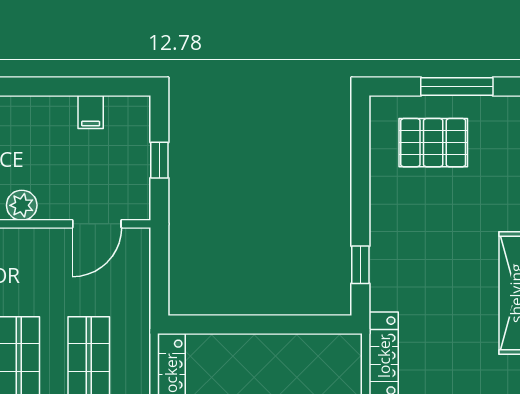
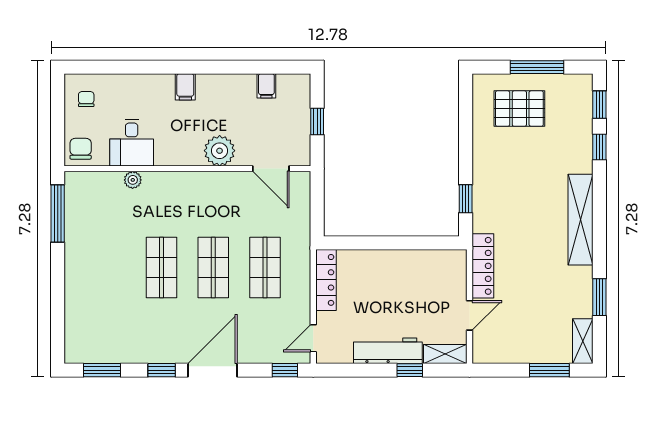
plant: (22, 205) -> (220, 151), width x1.36, depth x1.36
door: (97, 224) -> (271, 169), hinge flipped

